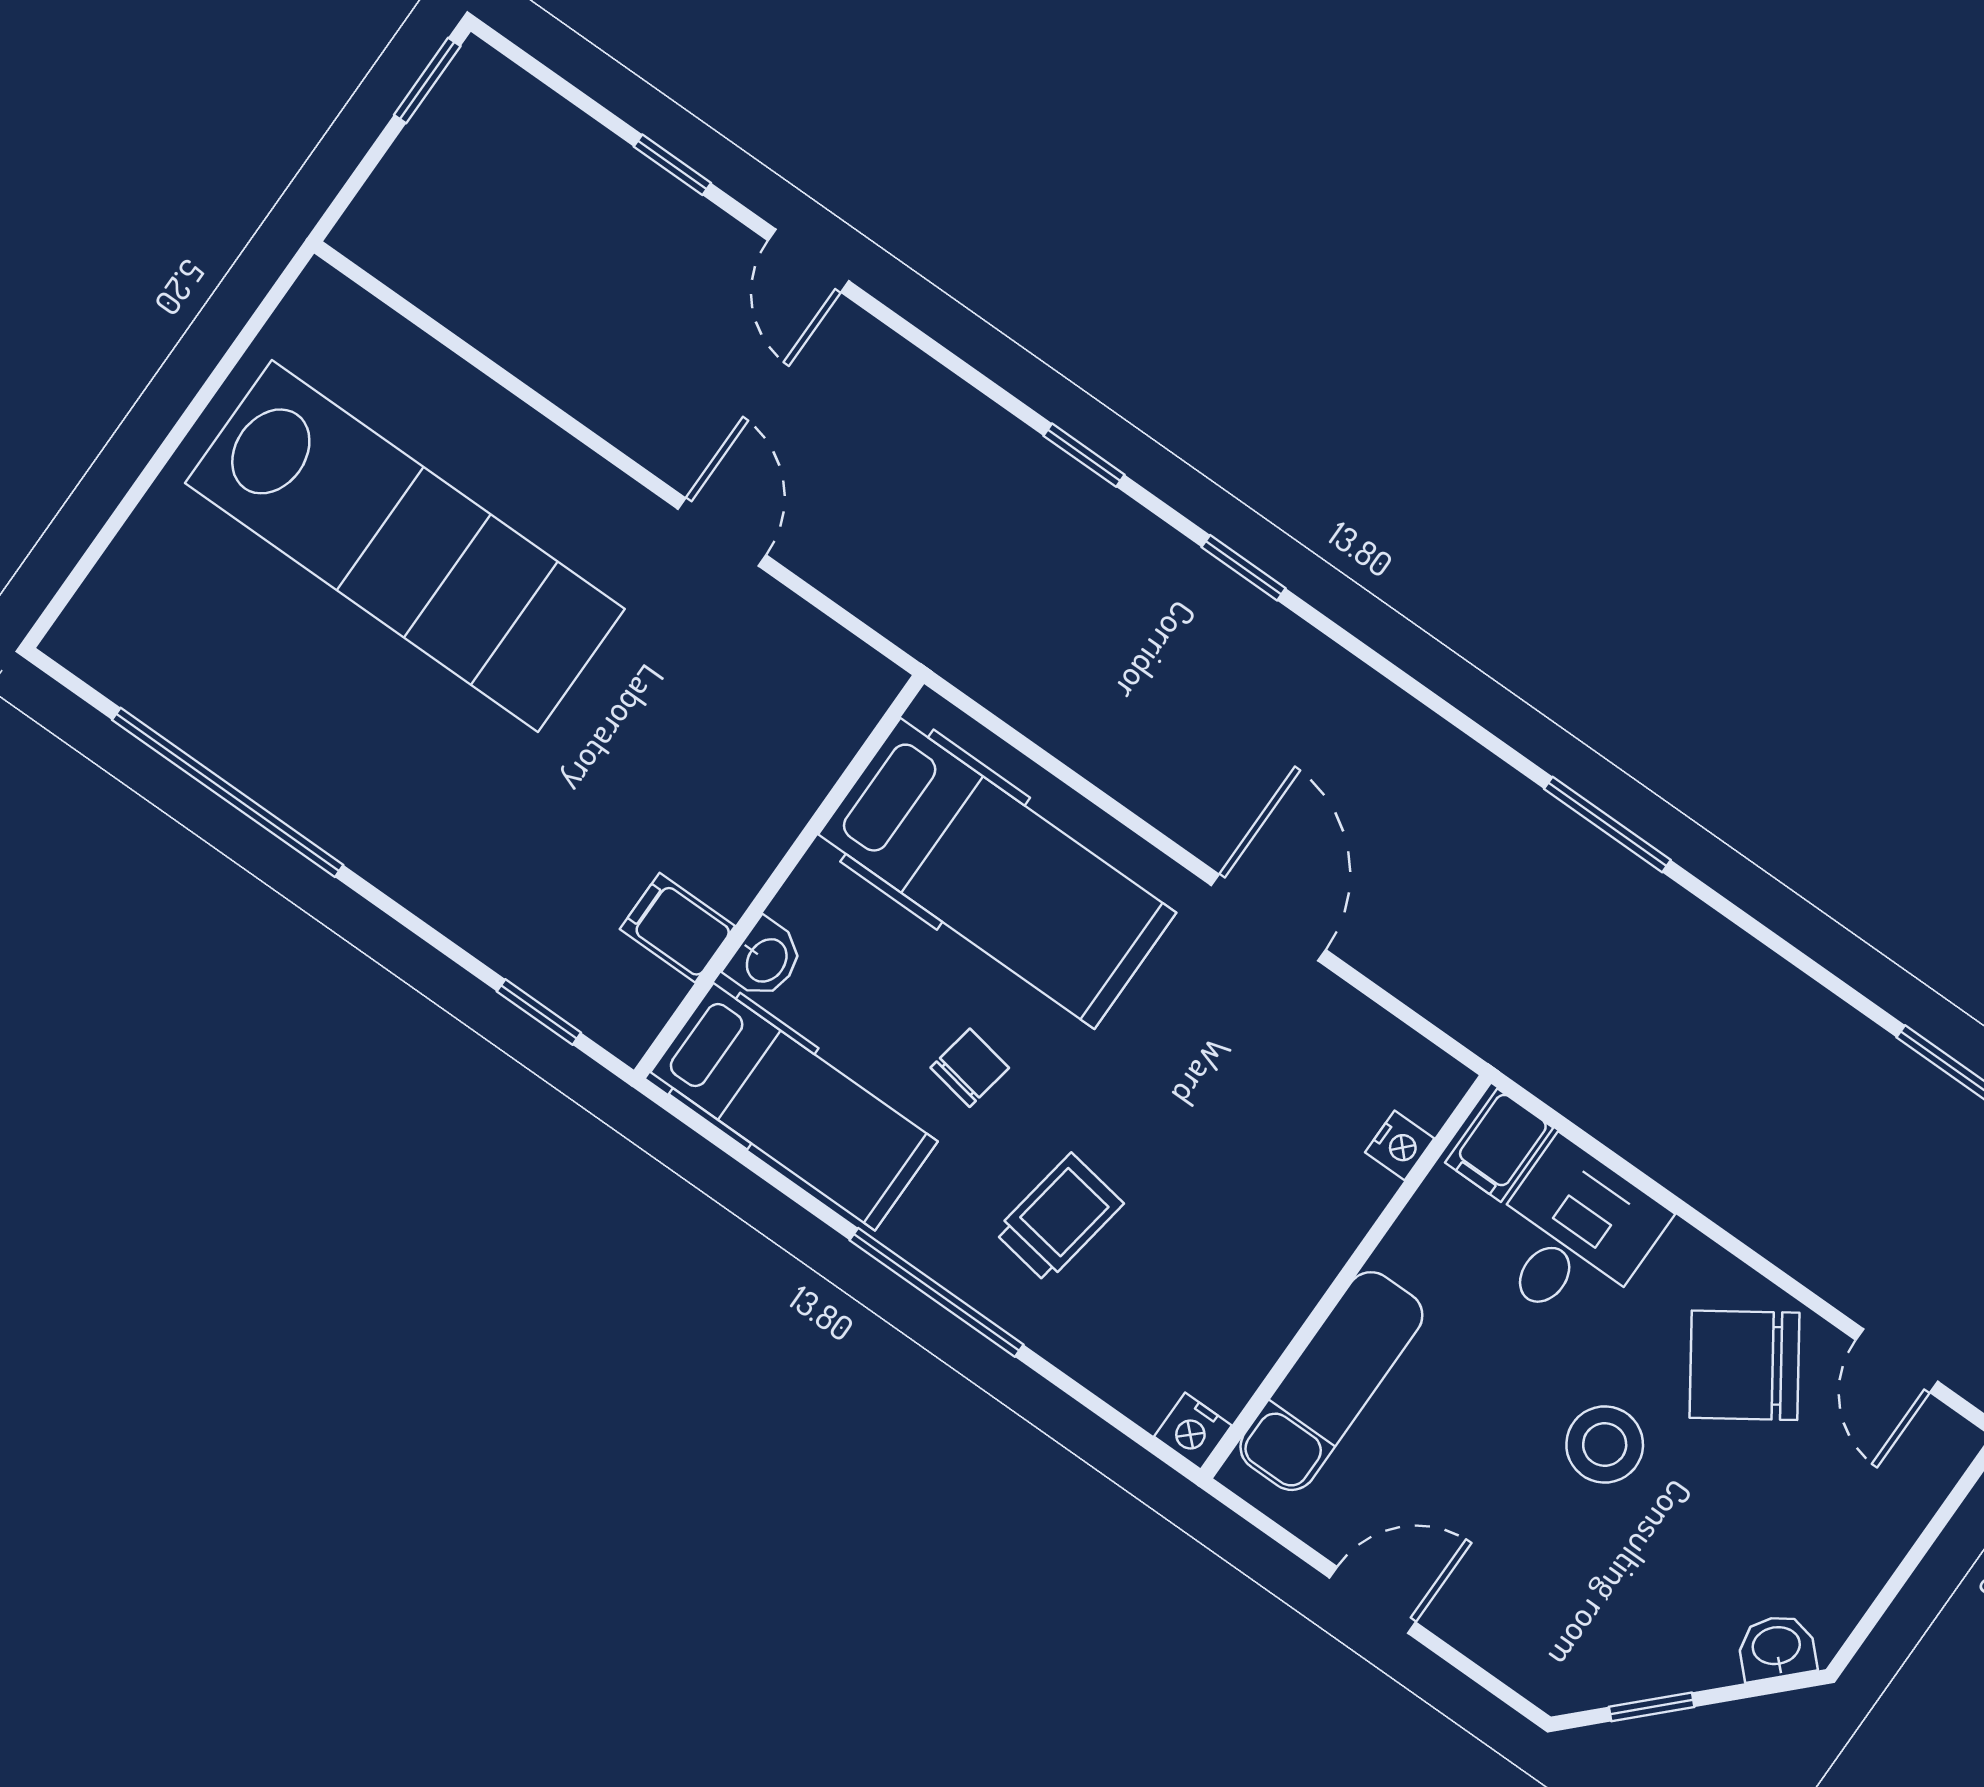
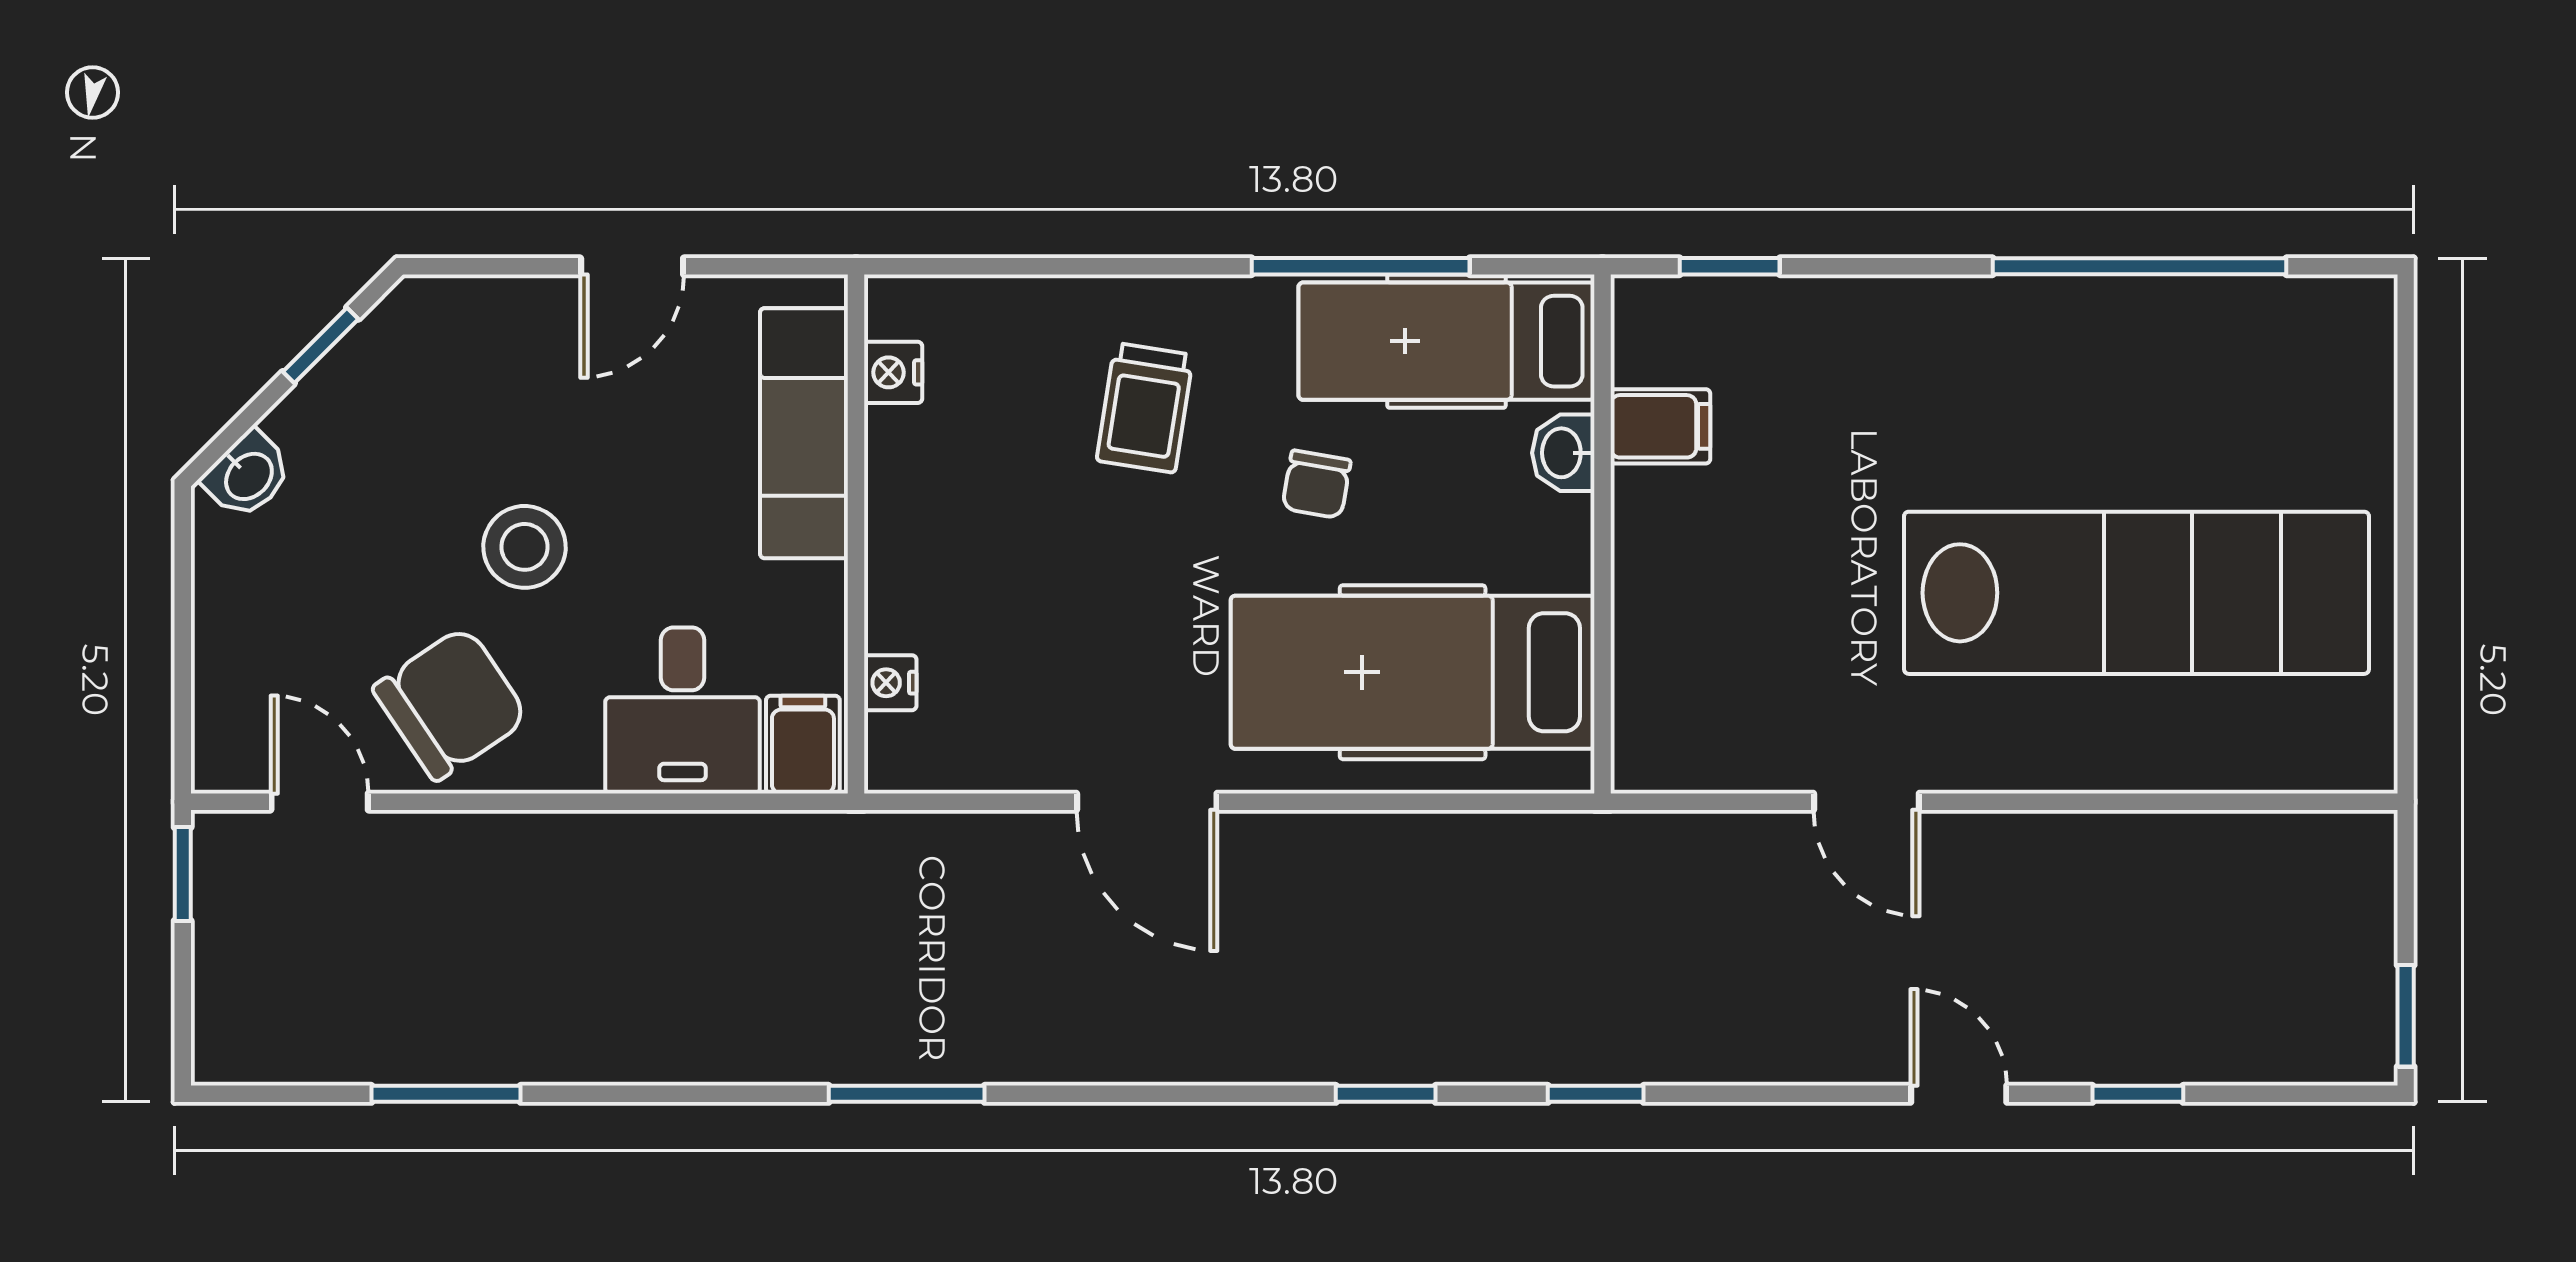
lab bench: (405, 546) -> (2136, 593), turned 180
window: (936, 1292) -> (1361, 266), moved
nightstand: (1193, 1431) -> (893, 372), moved, turned -90

